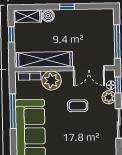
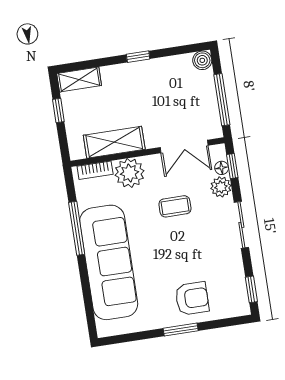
boiler: (48, 16) -> (202, 60), moved
shelving: (44, 59) -> (114, 142), width x0.68

